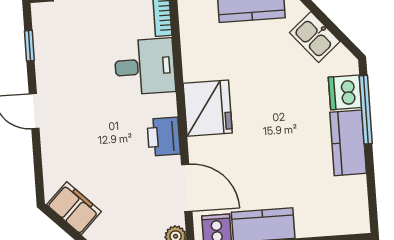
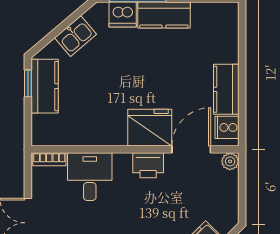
fridge: (208, 108) -> (150, 128), moved

